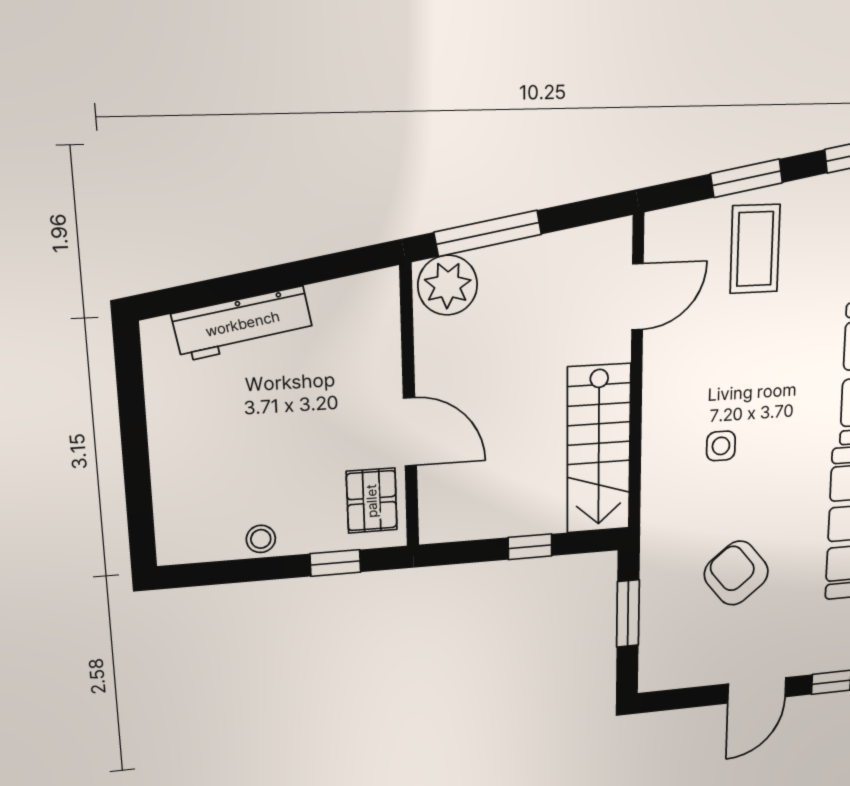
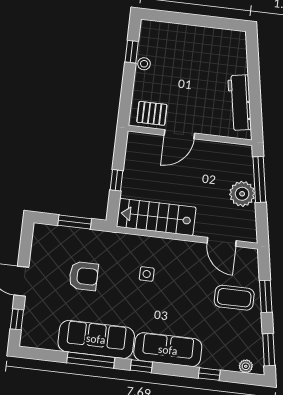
plant: (448, 285) -> (242, 194), moved
workbench: (243, 324) -> (240, 103), moved
window: (335, 563) -> (132, 52), moved
armchair: (736, 573) -> (84, 276), turned 39

